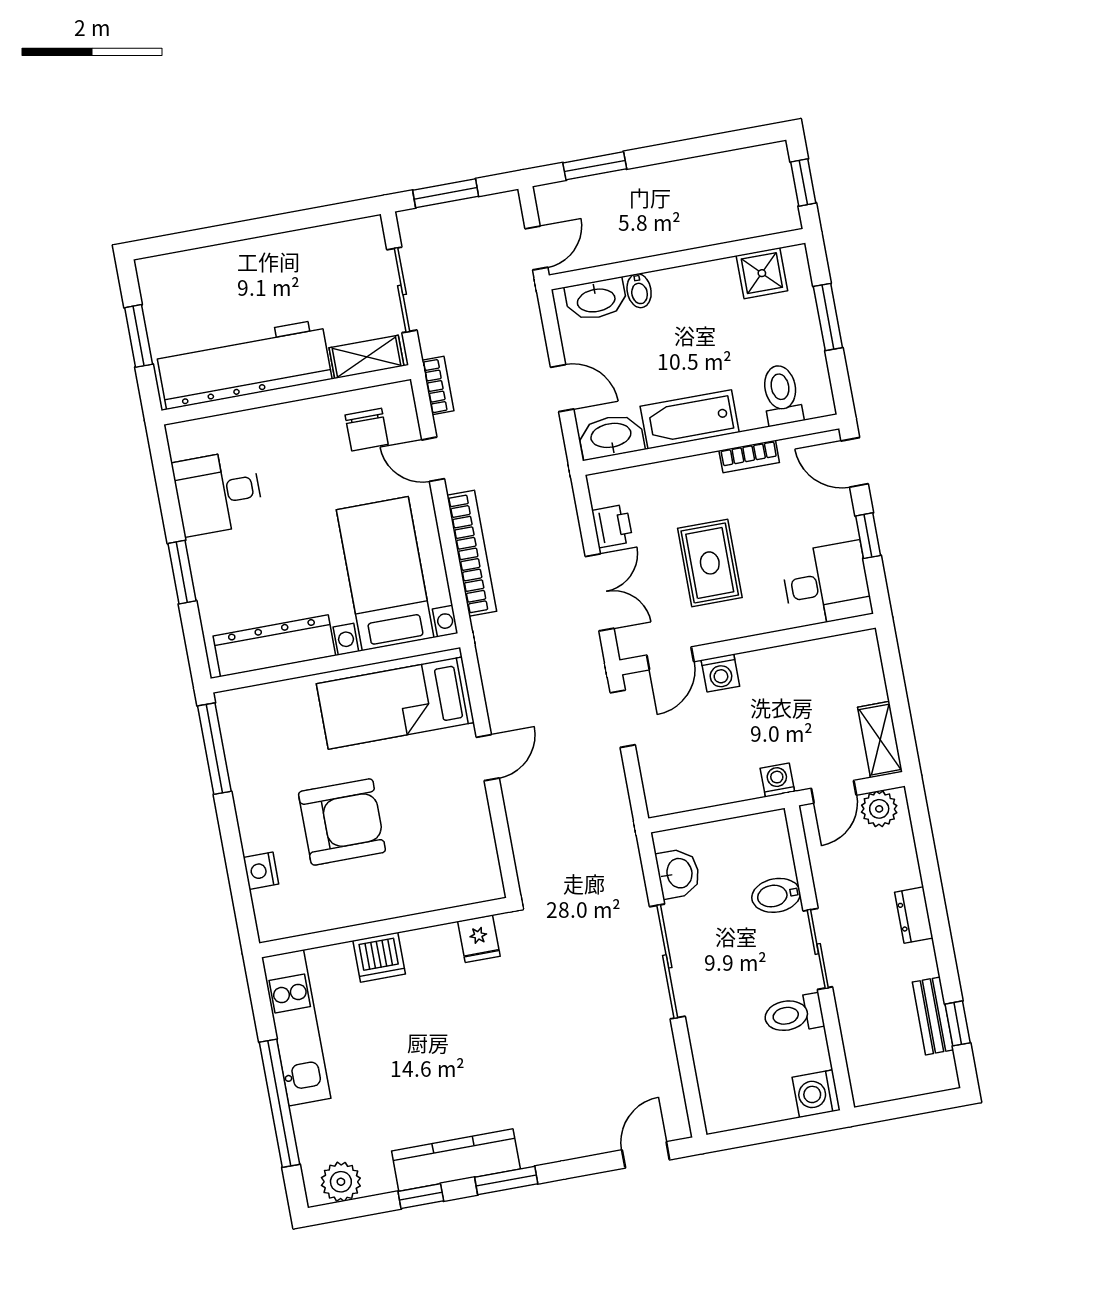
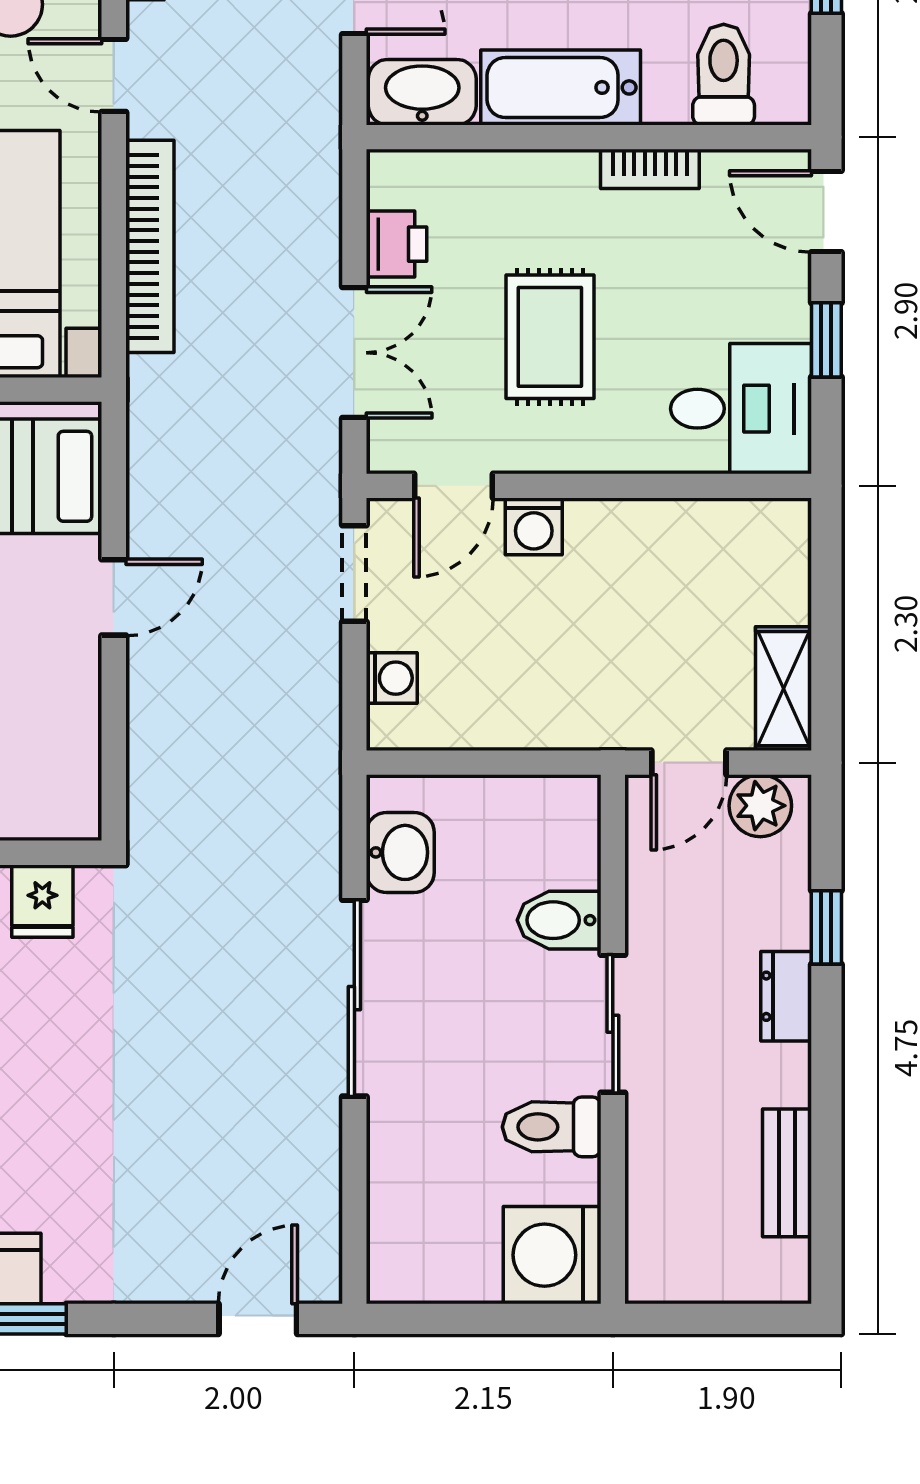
washing machine: (777, 780) -> (392, 678), moved, turned 90
window: (958, 1023) -> (826, 927), moved
washing machine: (816, 1094) -> (552, 1255), width x1.37, depth x1.37

